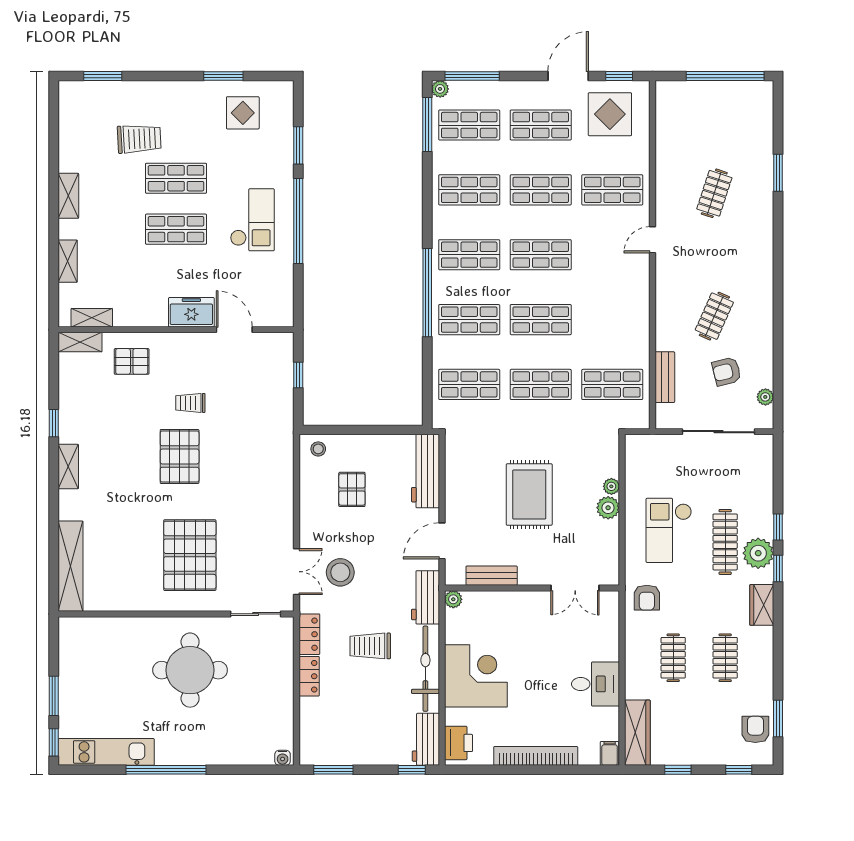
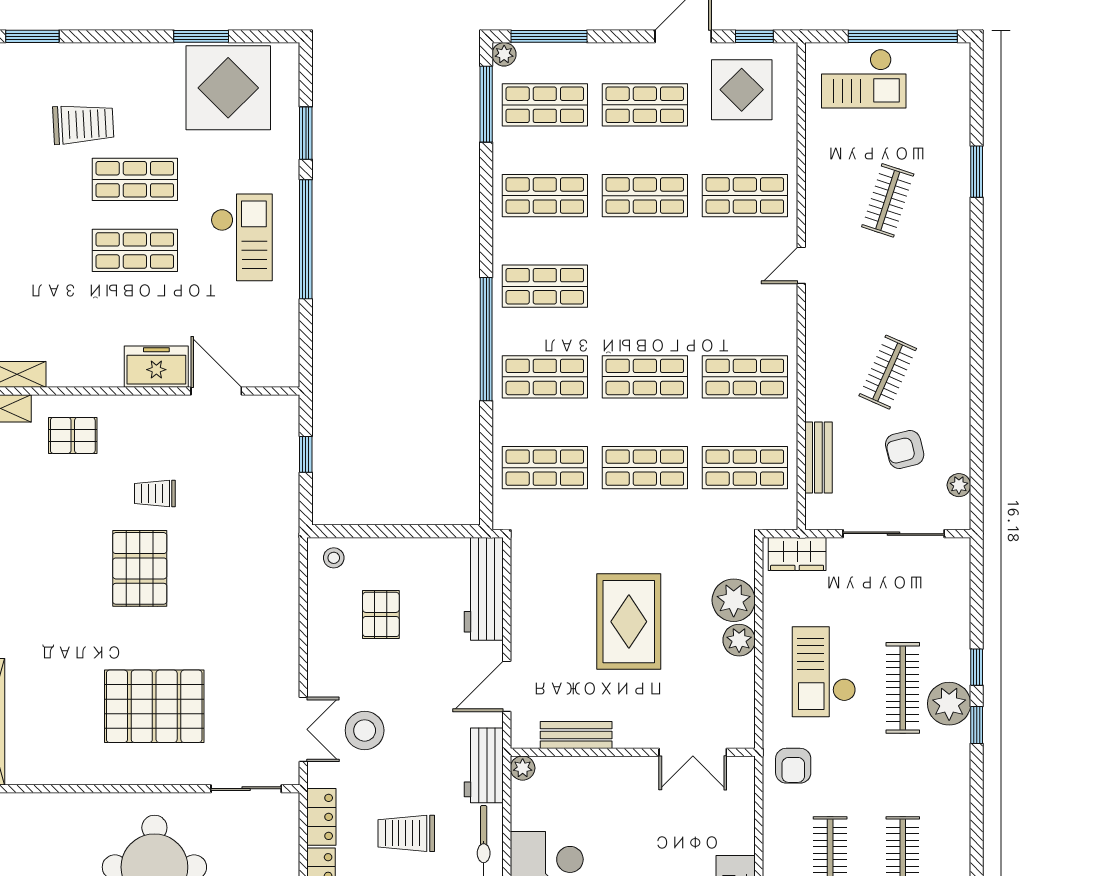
checkout: (697, 106) -> (864, 79), added
display table: (243, 113) -> (228, 88), width x1.86, depth x1.86
shop shelf: (541, 255) -> (745, 377), moved
plant: (611, 486) -> (734, 600), width x1.88, depth x1.88
pallet: (190, 555) -> (154, 706), turned 90
wardrobe: (762, 605) -> (797, 554), moved, turned -90

